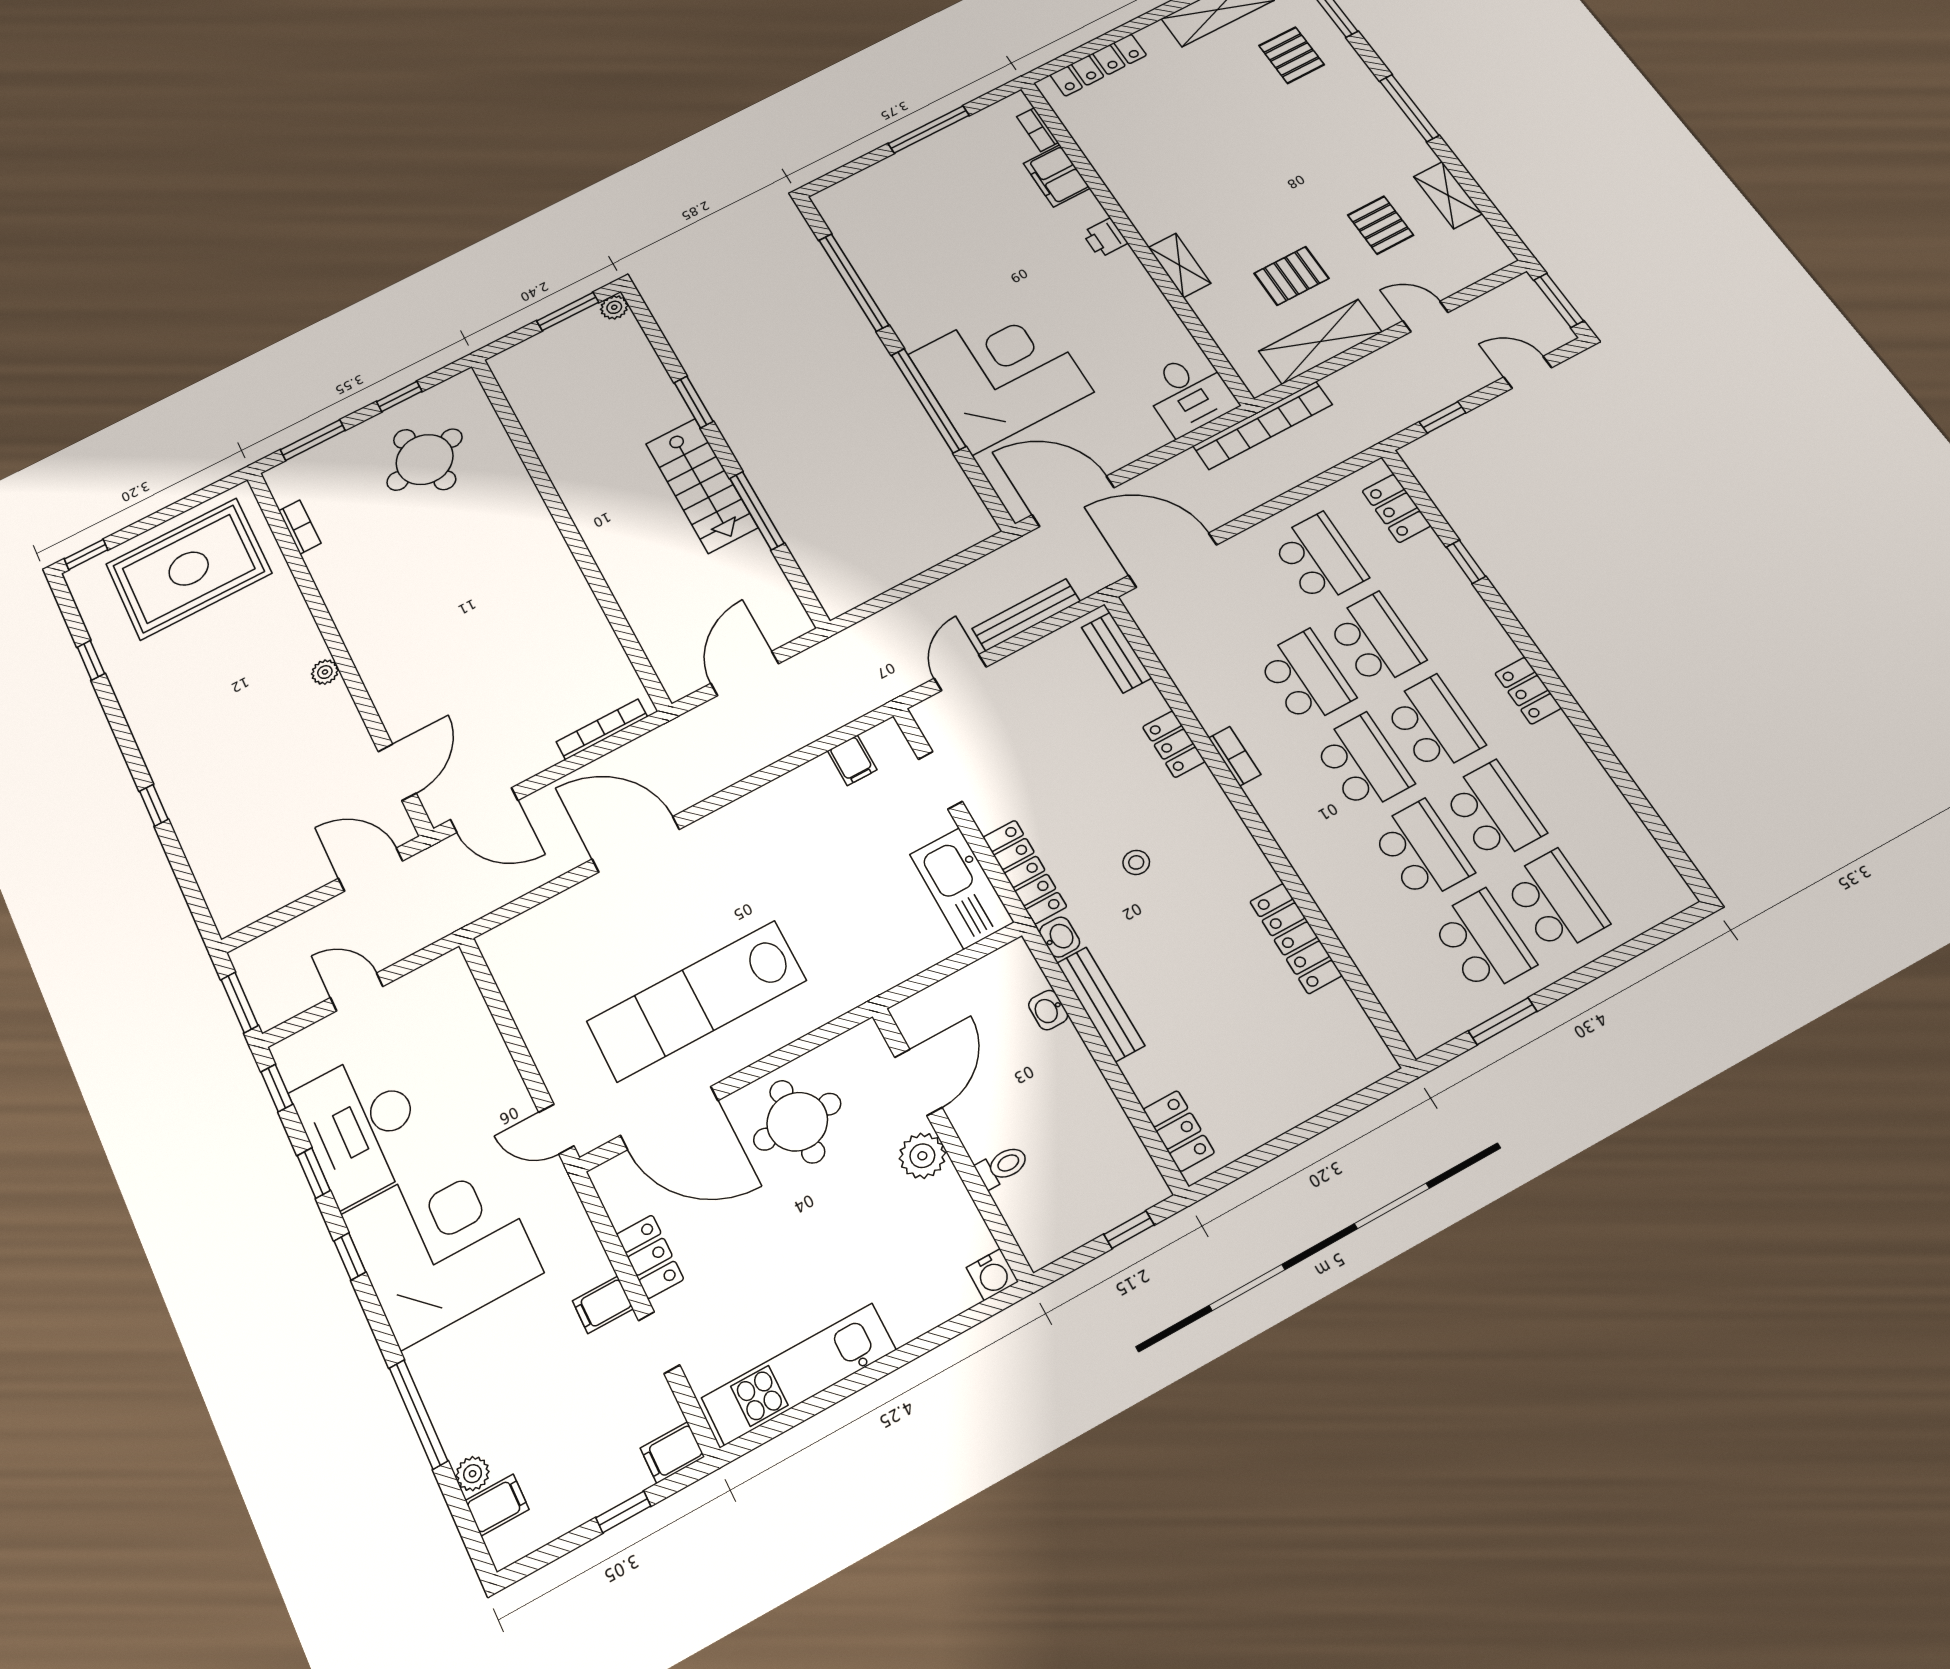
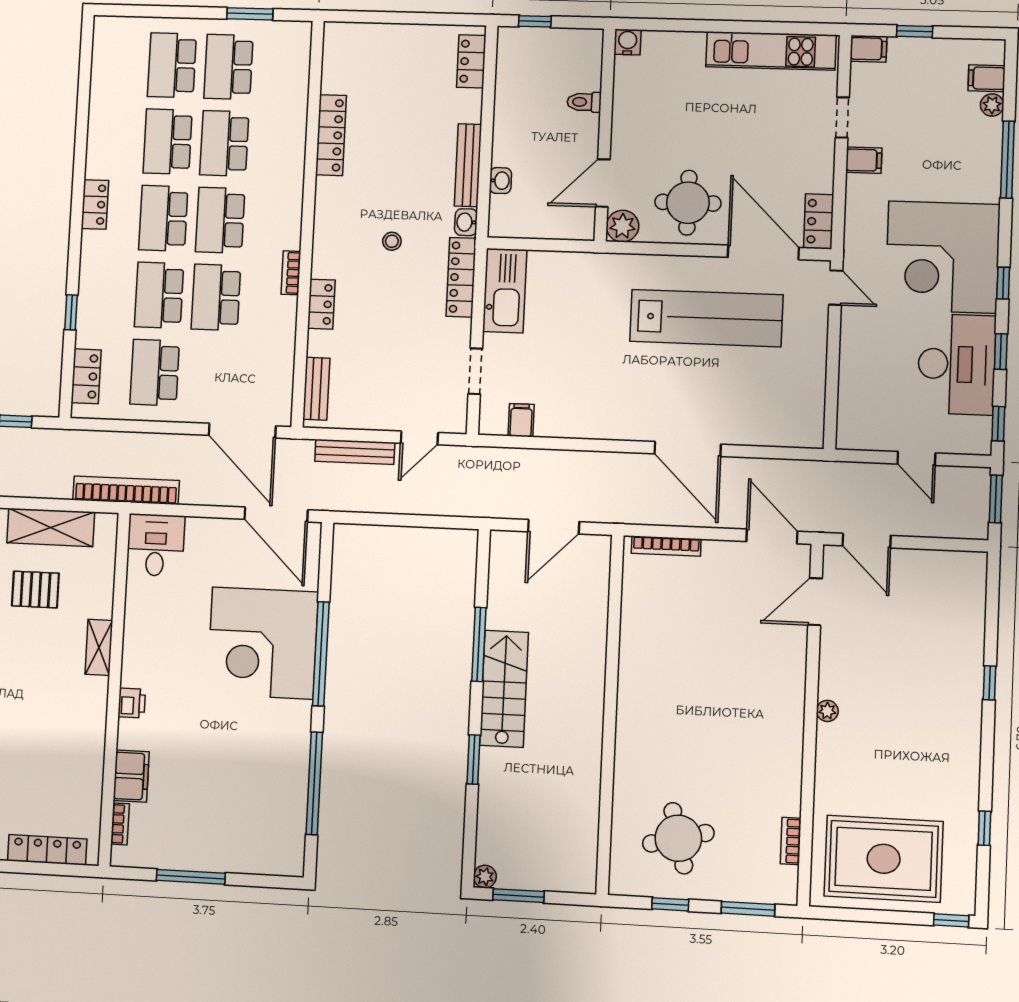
plant: (922, 1156) -> (622, 226), moved
locker: (650, 1257) -> (819, 221), moved

